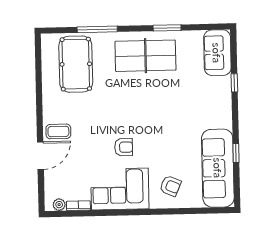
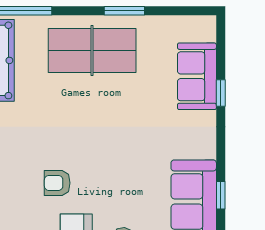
sofa: (217, 53) -> (197, 76), moved
armchair: (124, 147) -> (57, 183), turned 180

